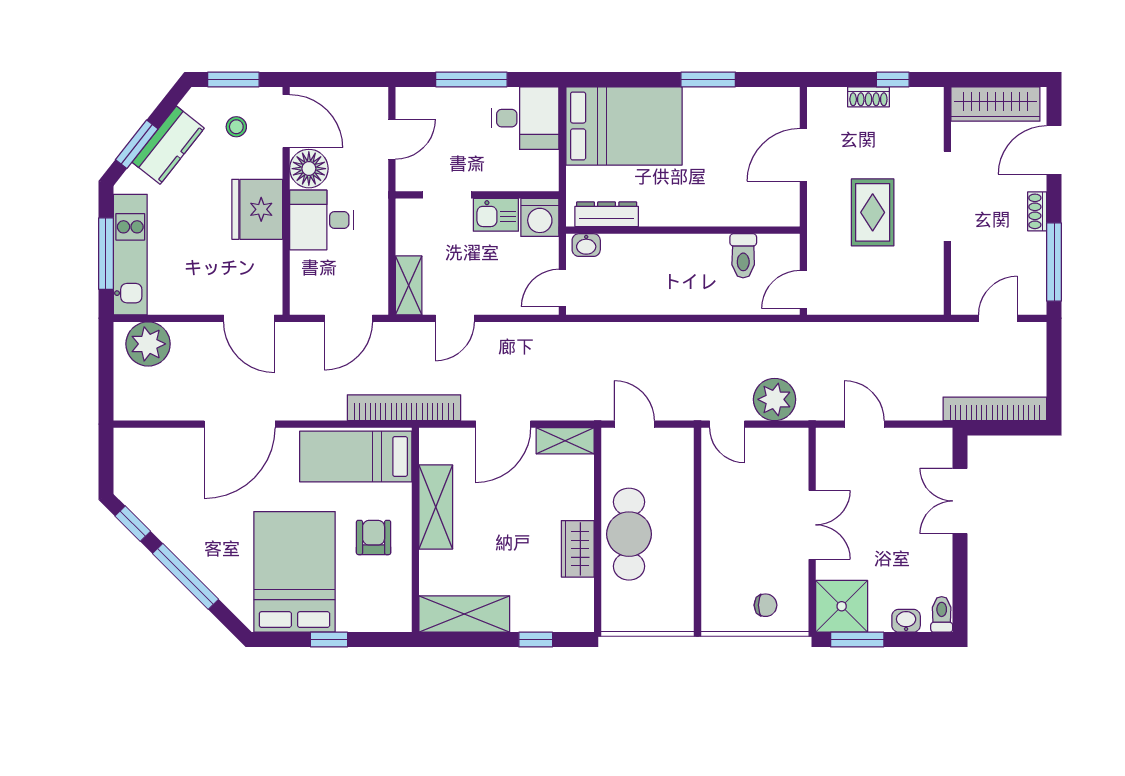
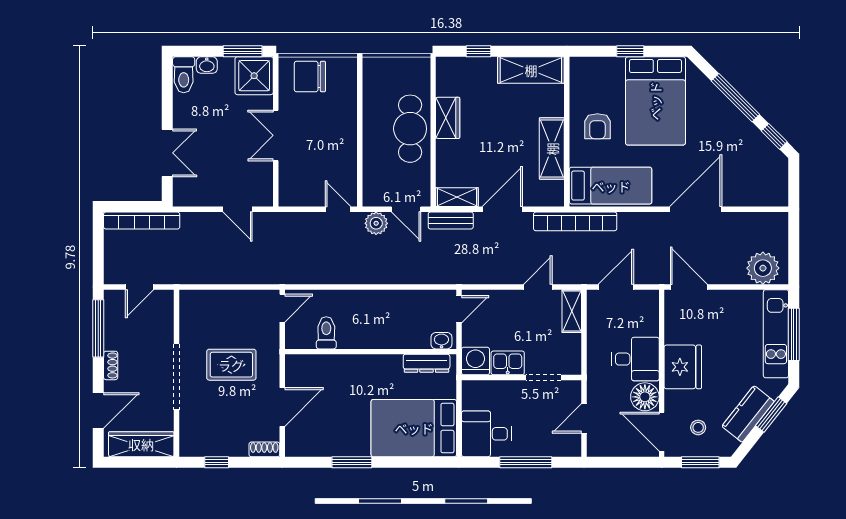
shoe rack: (868, 97) -> (264, 449), moved
rug: (873, 212) -> (231, 365), turned 90
plant: (775, 399) -> (376, 223), moved, width x0.73, depth x0.73
bench: (574, 409) -> (451, 220), added
chair: (766, 605) -> (310, 76), width x1.87, depth x1.87
toilet: (942, 614) -> (184, 75), width x1.37, depth x1.39

